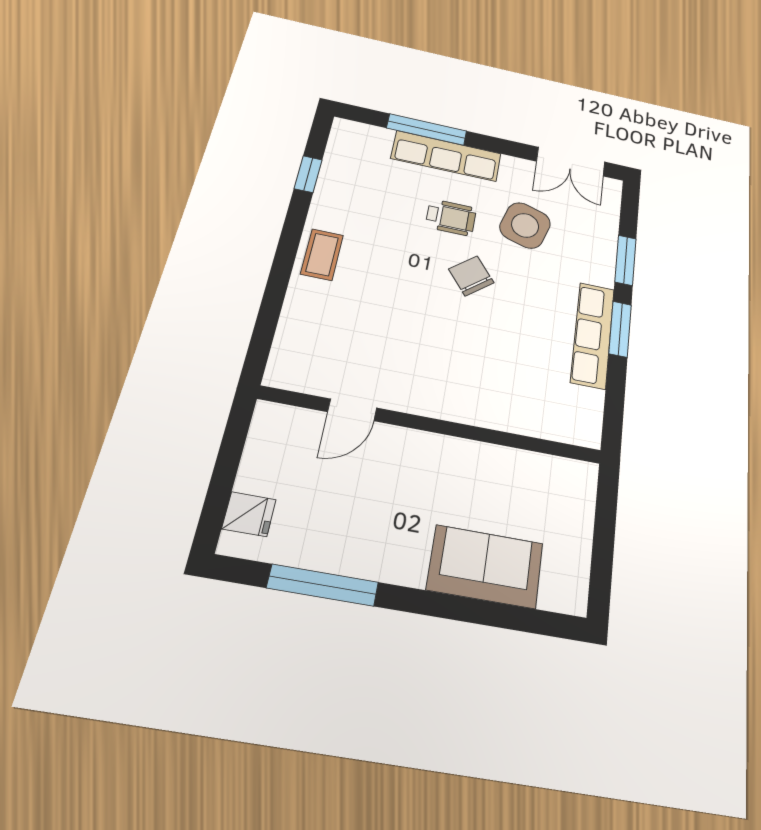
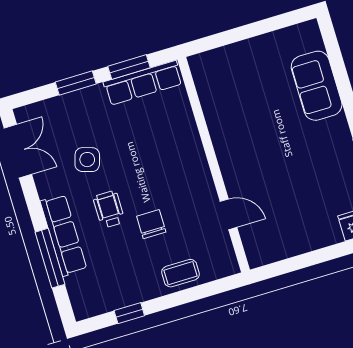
side table: (525, 225) -> (87, 160), width x0.73, depth x0.73
chair: (471, 276) -> (151, 224), moved, turned 129
door: (352, 410) -> (229, 214), moved
wall: (433, 425) -> (214, 165), moved

